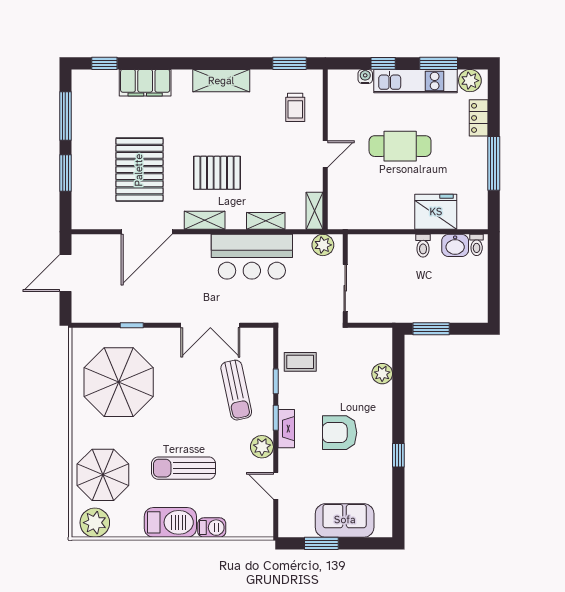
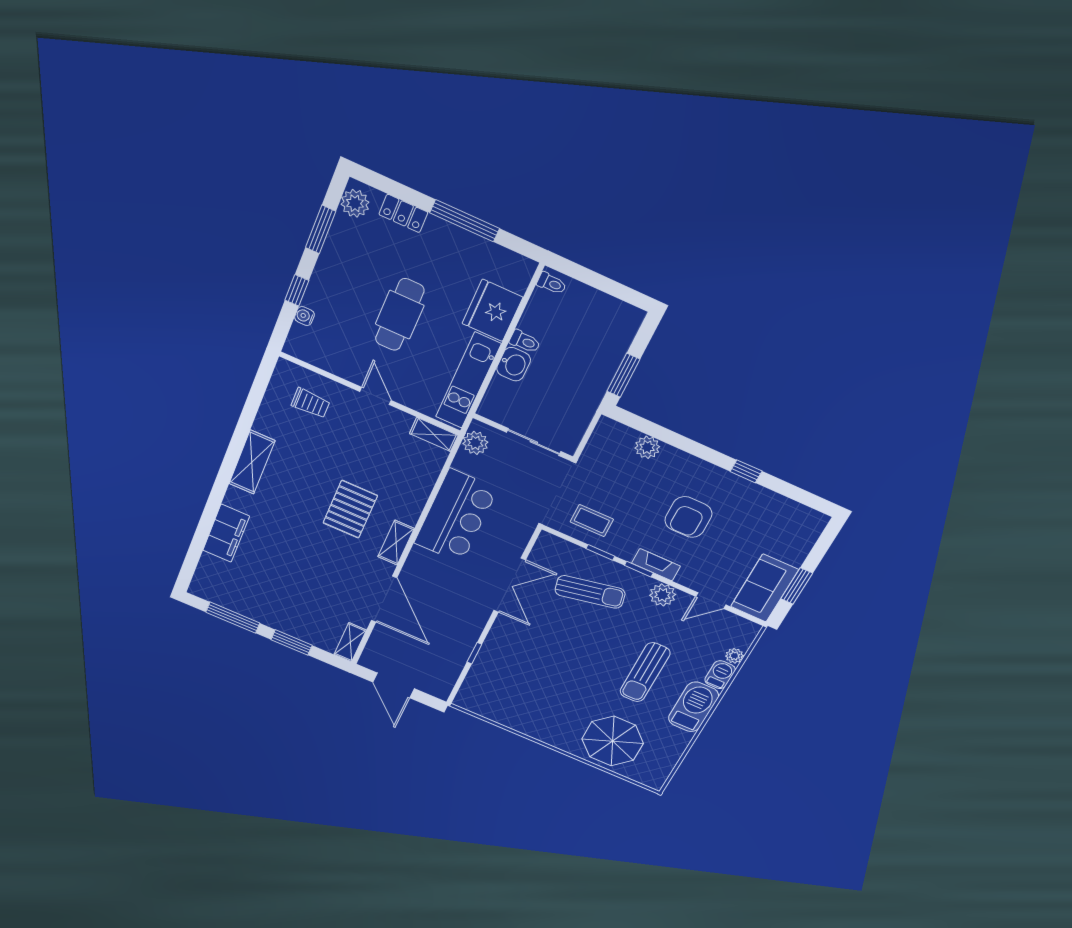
window: (104, 63) -> (191, 561), removed
window: (289, 63) -> (259, 387), removed
kitchen unit: (415, 81) -> (468, 380), moved, turned 180
pallet: (139, 170) -> (316, 578), removed
shelving: (266, 221) -> (350, 642), moved
washbasin: (455, 245) -> (514, 364), moved
coffee table: (300, 362) -> (592, 521), turned 90
parasol: (119, 382) -> (527, 689), removed
sofa: (345, 520) -> (765, 588), moved
plant: (95, 523) -> (734, 656), moved, width x0.53, depth x0.53

